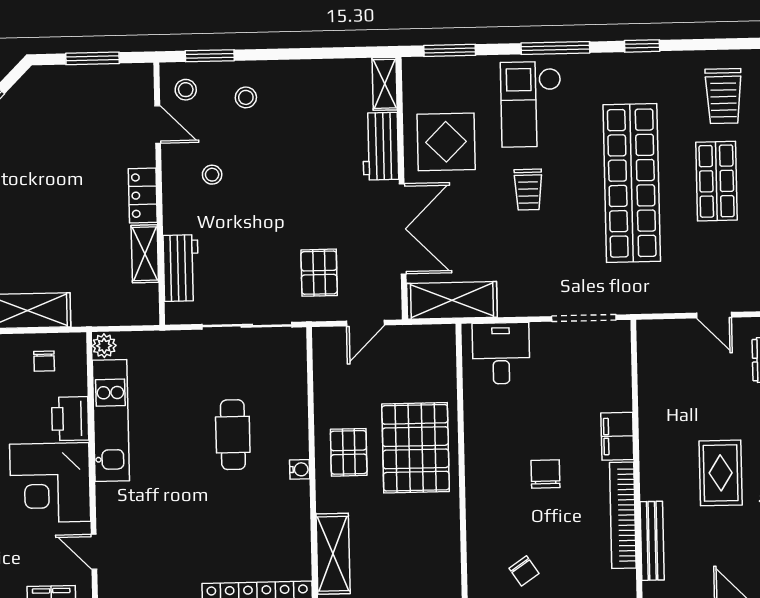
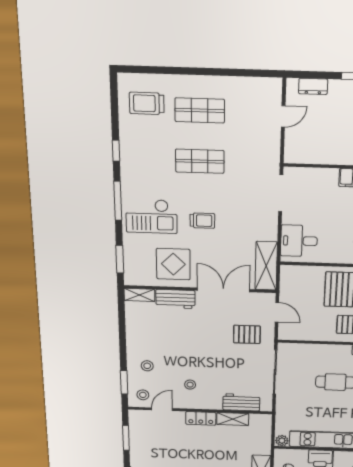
trolley: (723, 96) -> (147, 103), turned 180
shop shelf: (632, 183) -> (200, 161), width x0.50, depth x0.74

